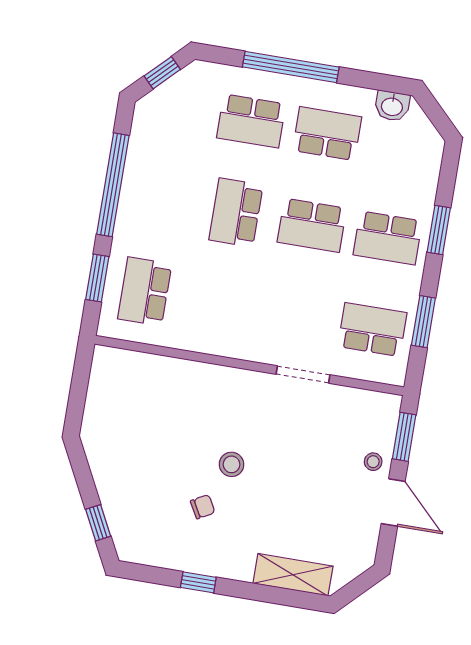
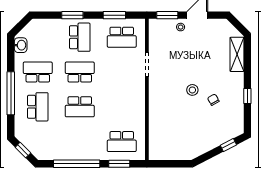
school desk: (327, 134) -> (38, 72), turned 90
school desk: (312, 225) -> (80, 72), turned -90
school desk: (372, 330) -> (122, 37), turned -90

